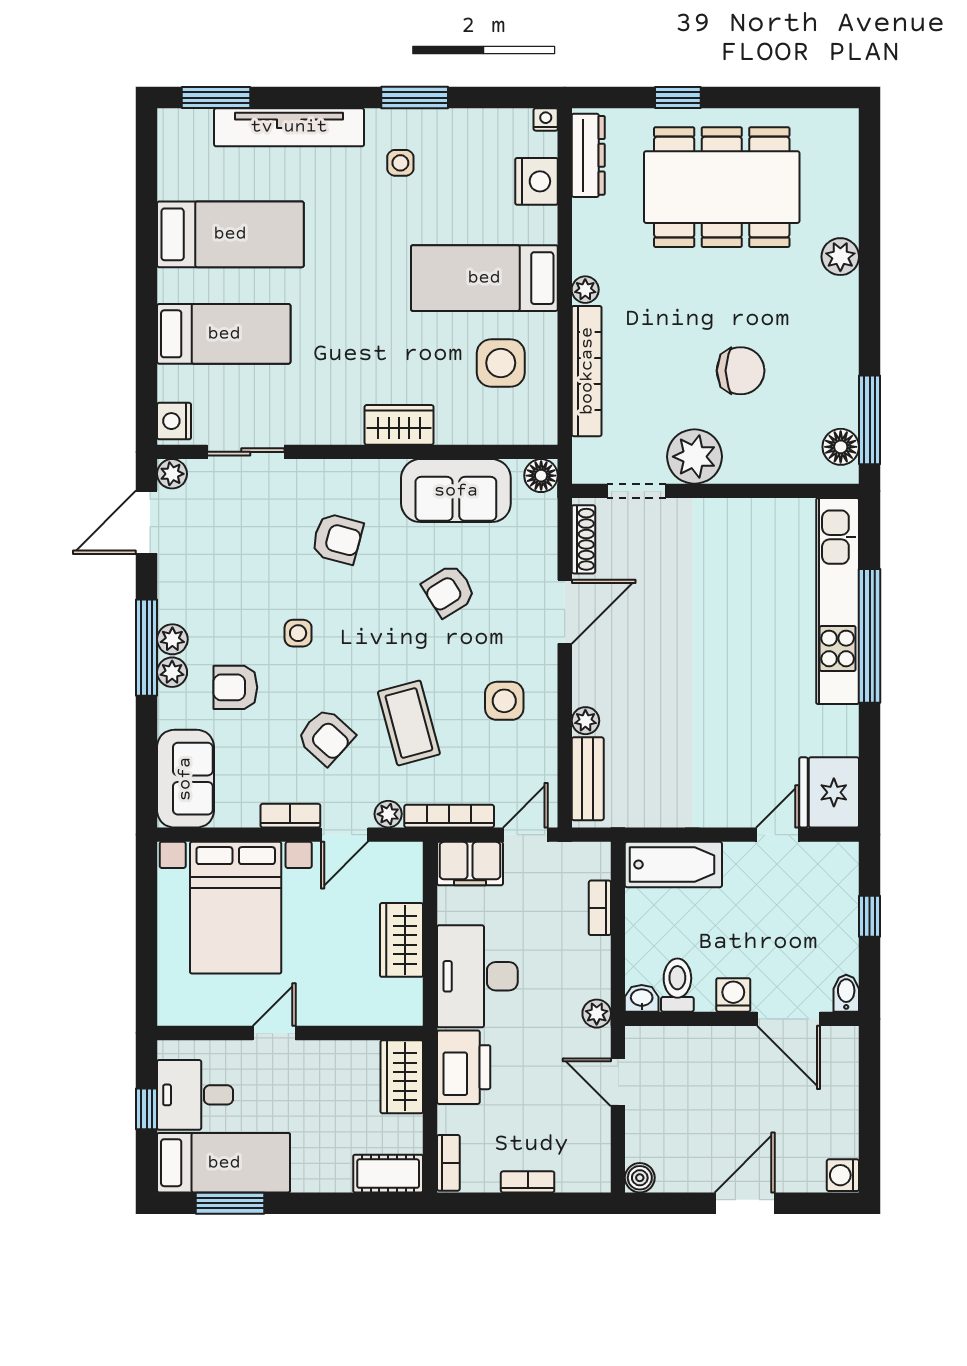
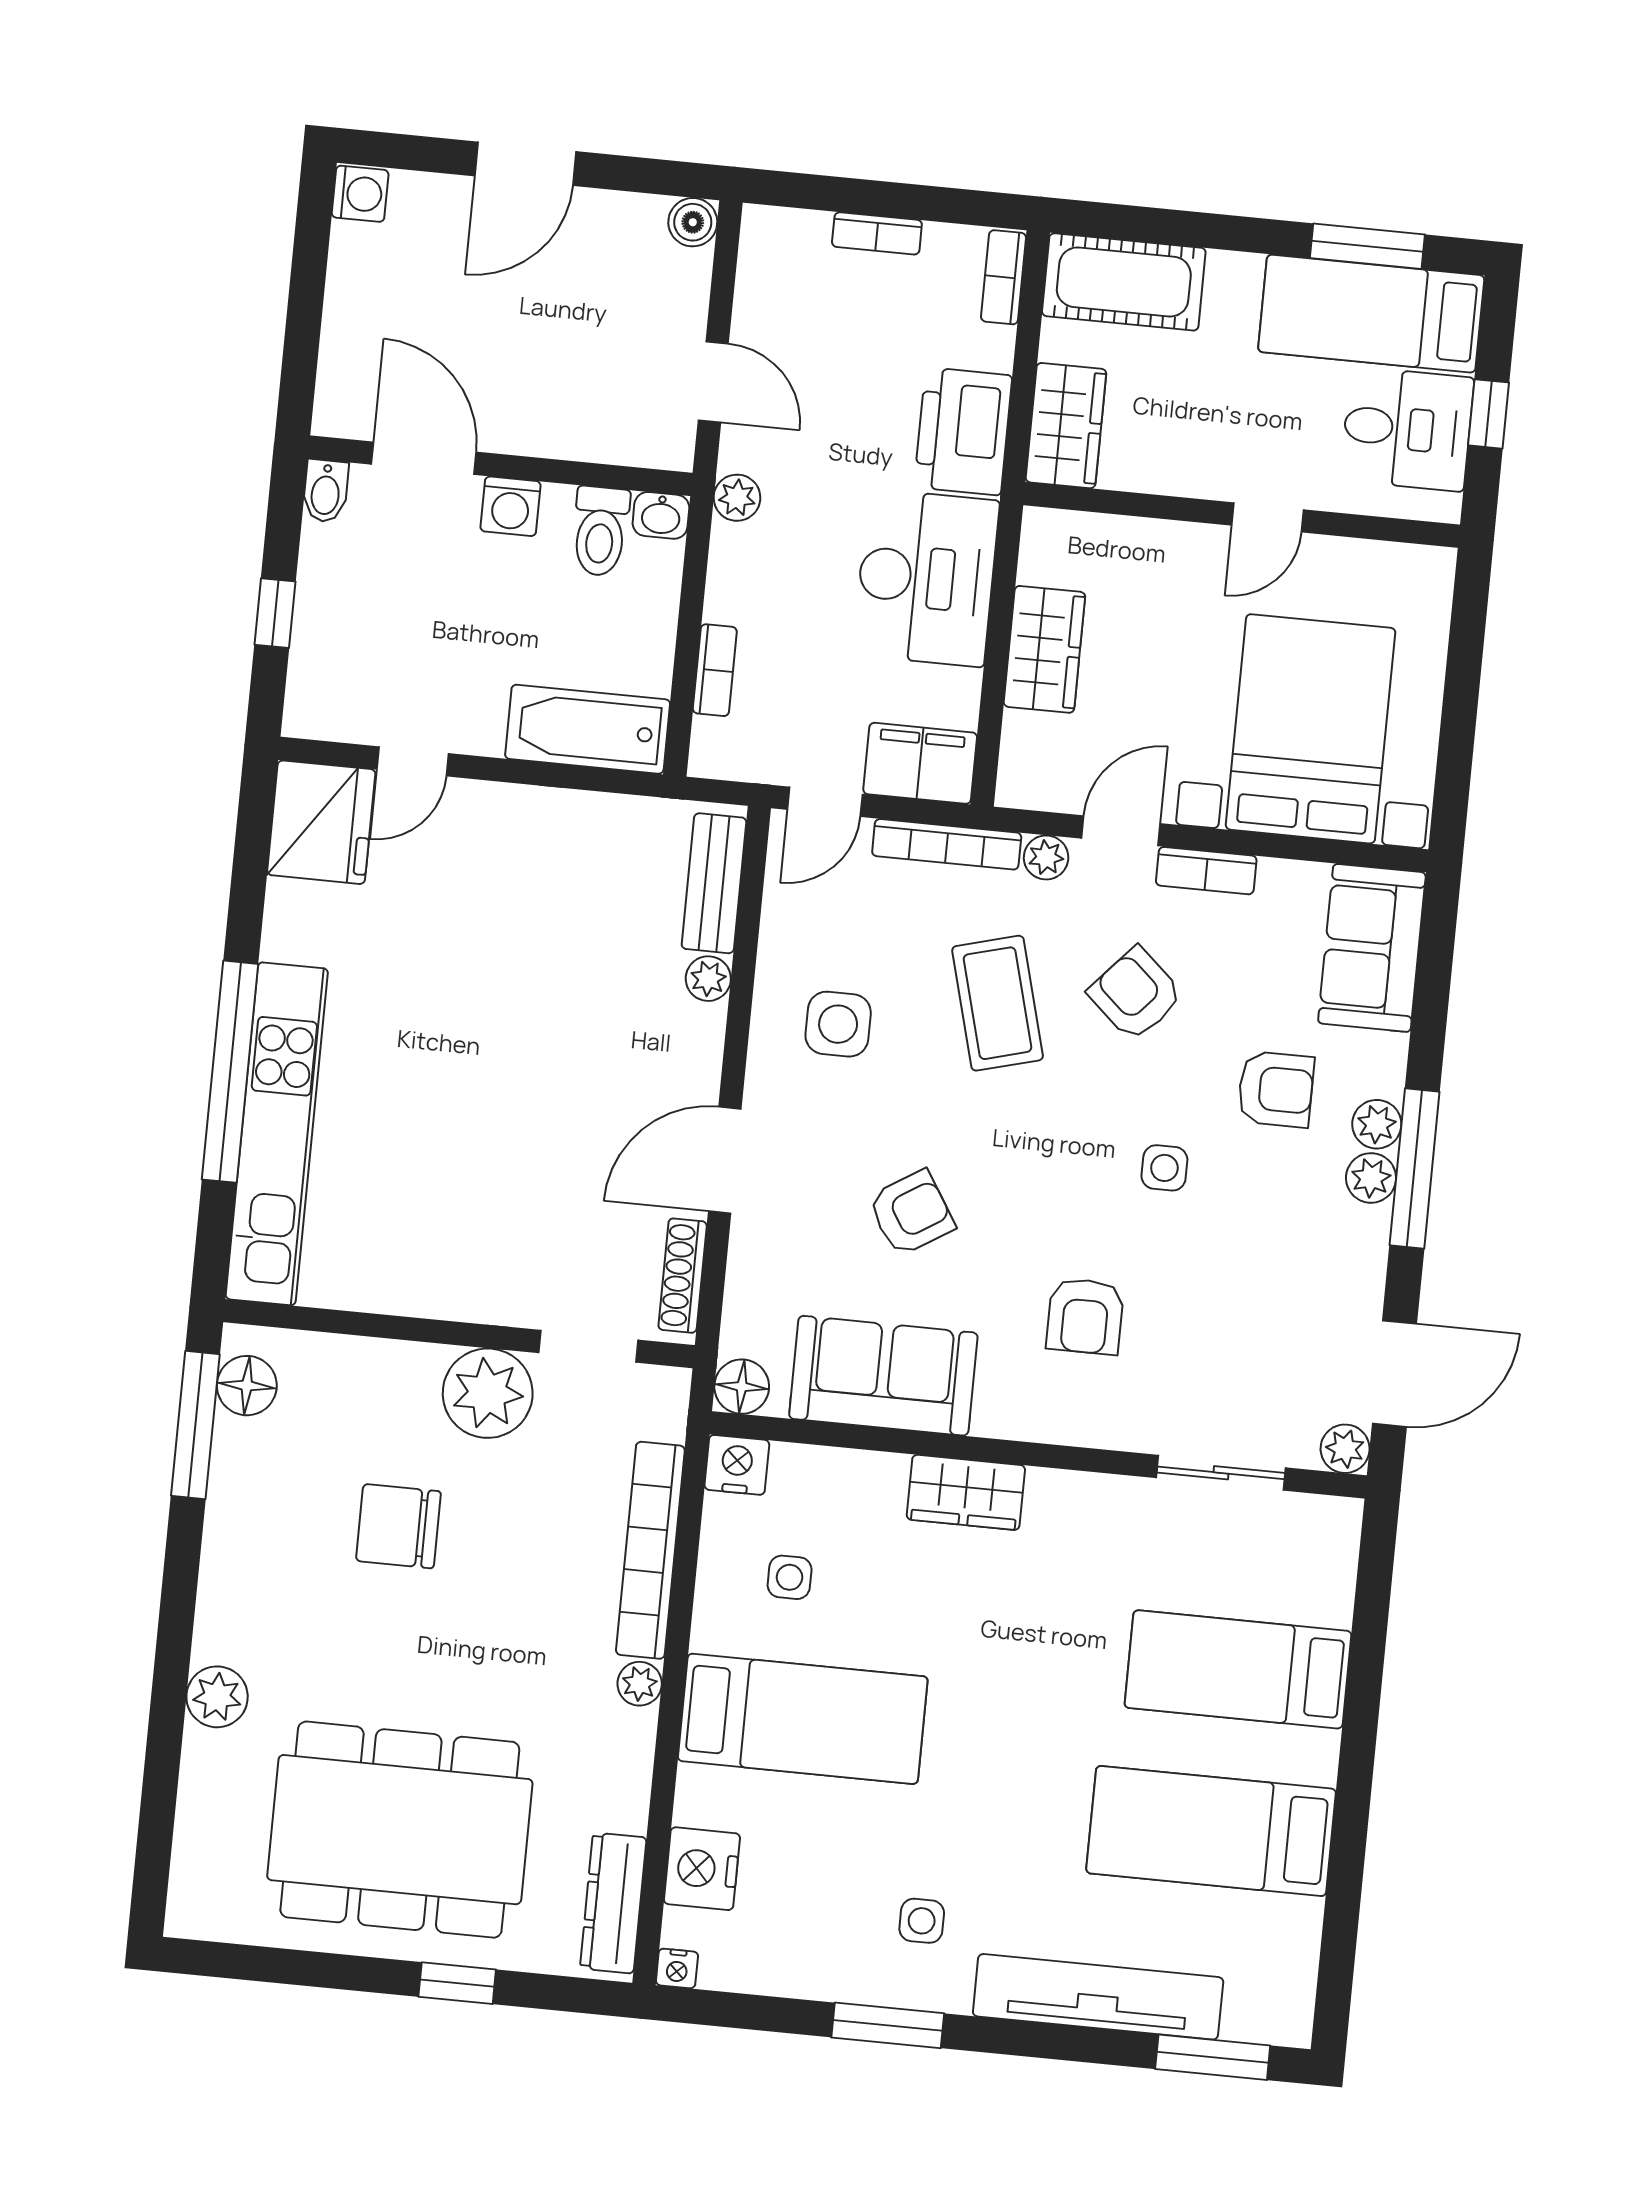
side table: (501, 363) -> (790, 1577), width x0.54, depth x0.54
nightstand: (174, 421) -> (737, 1465), moved, turned -90
armchair: (337, 539) -> (1085, 1316), turned -105
cot: (388, 1174) -> (1124, 282), width x1.37, depth x1.34

